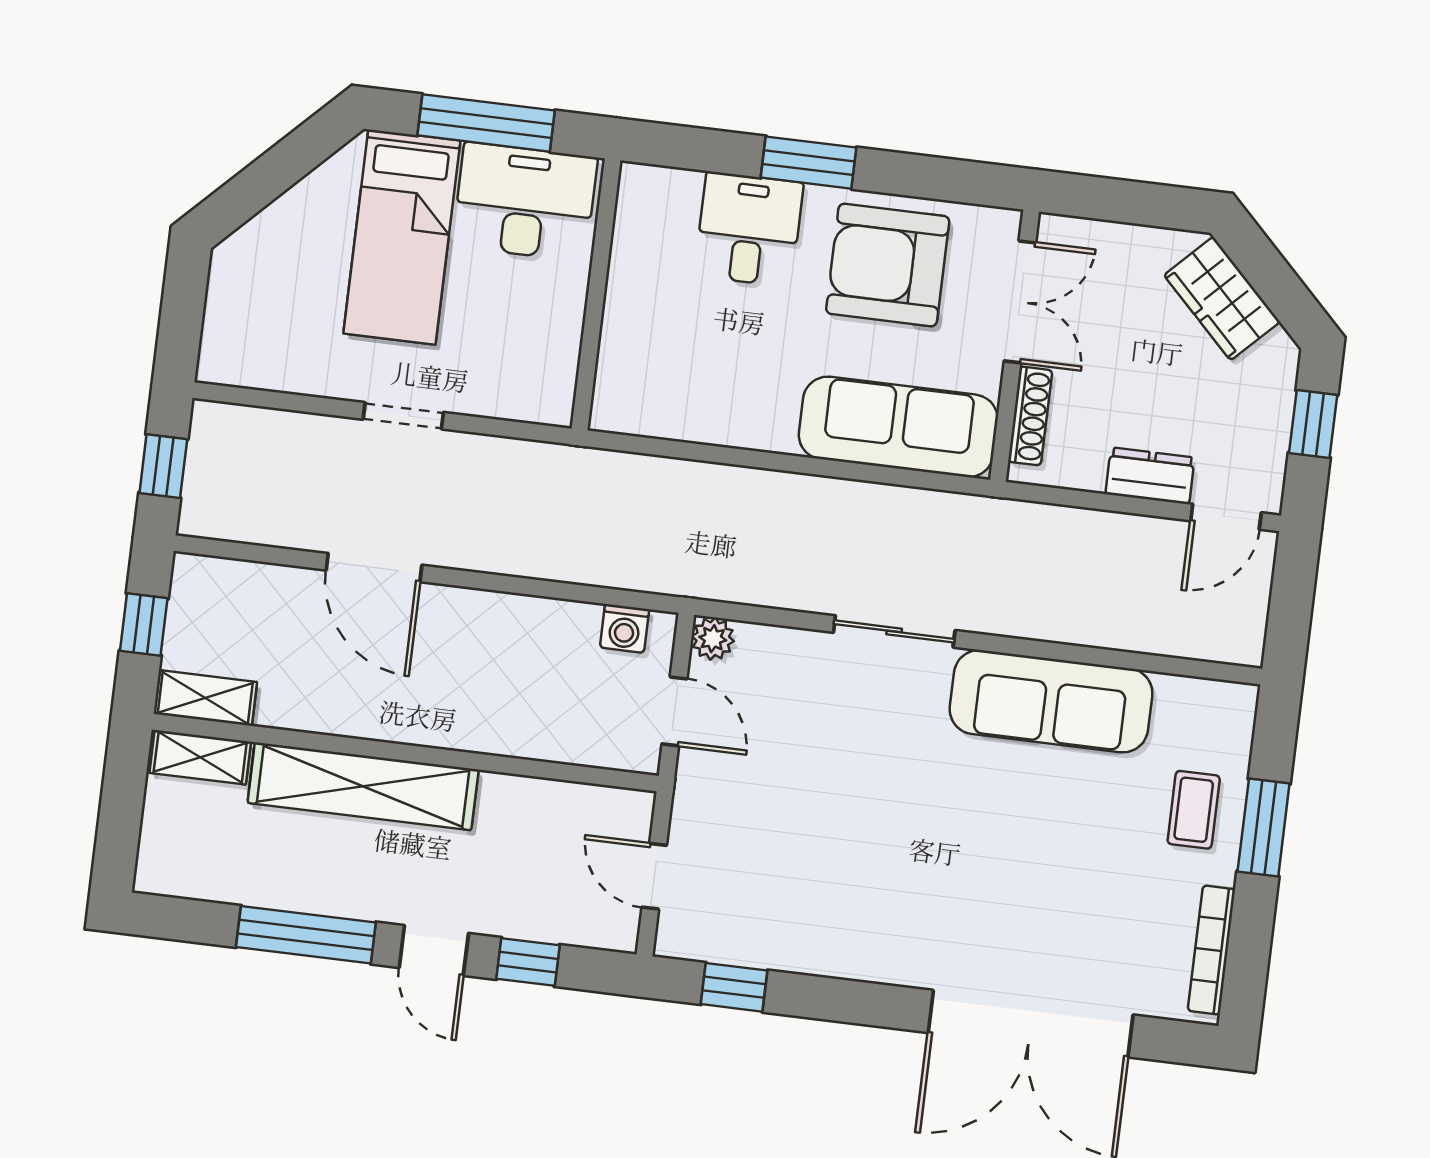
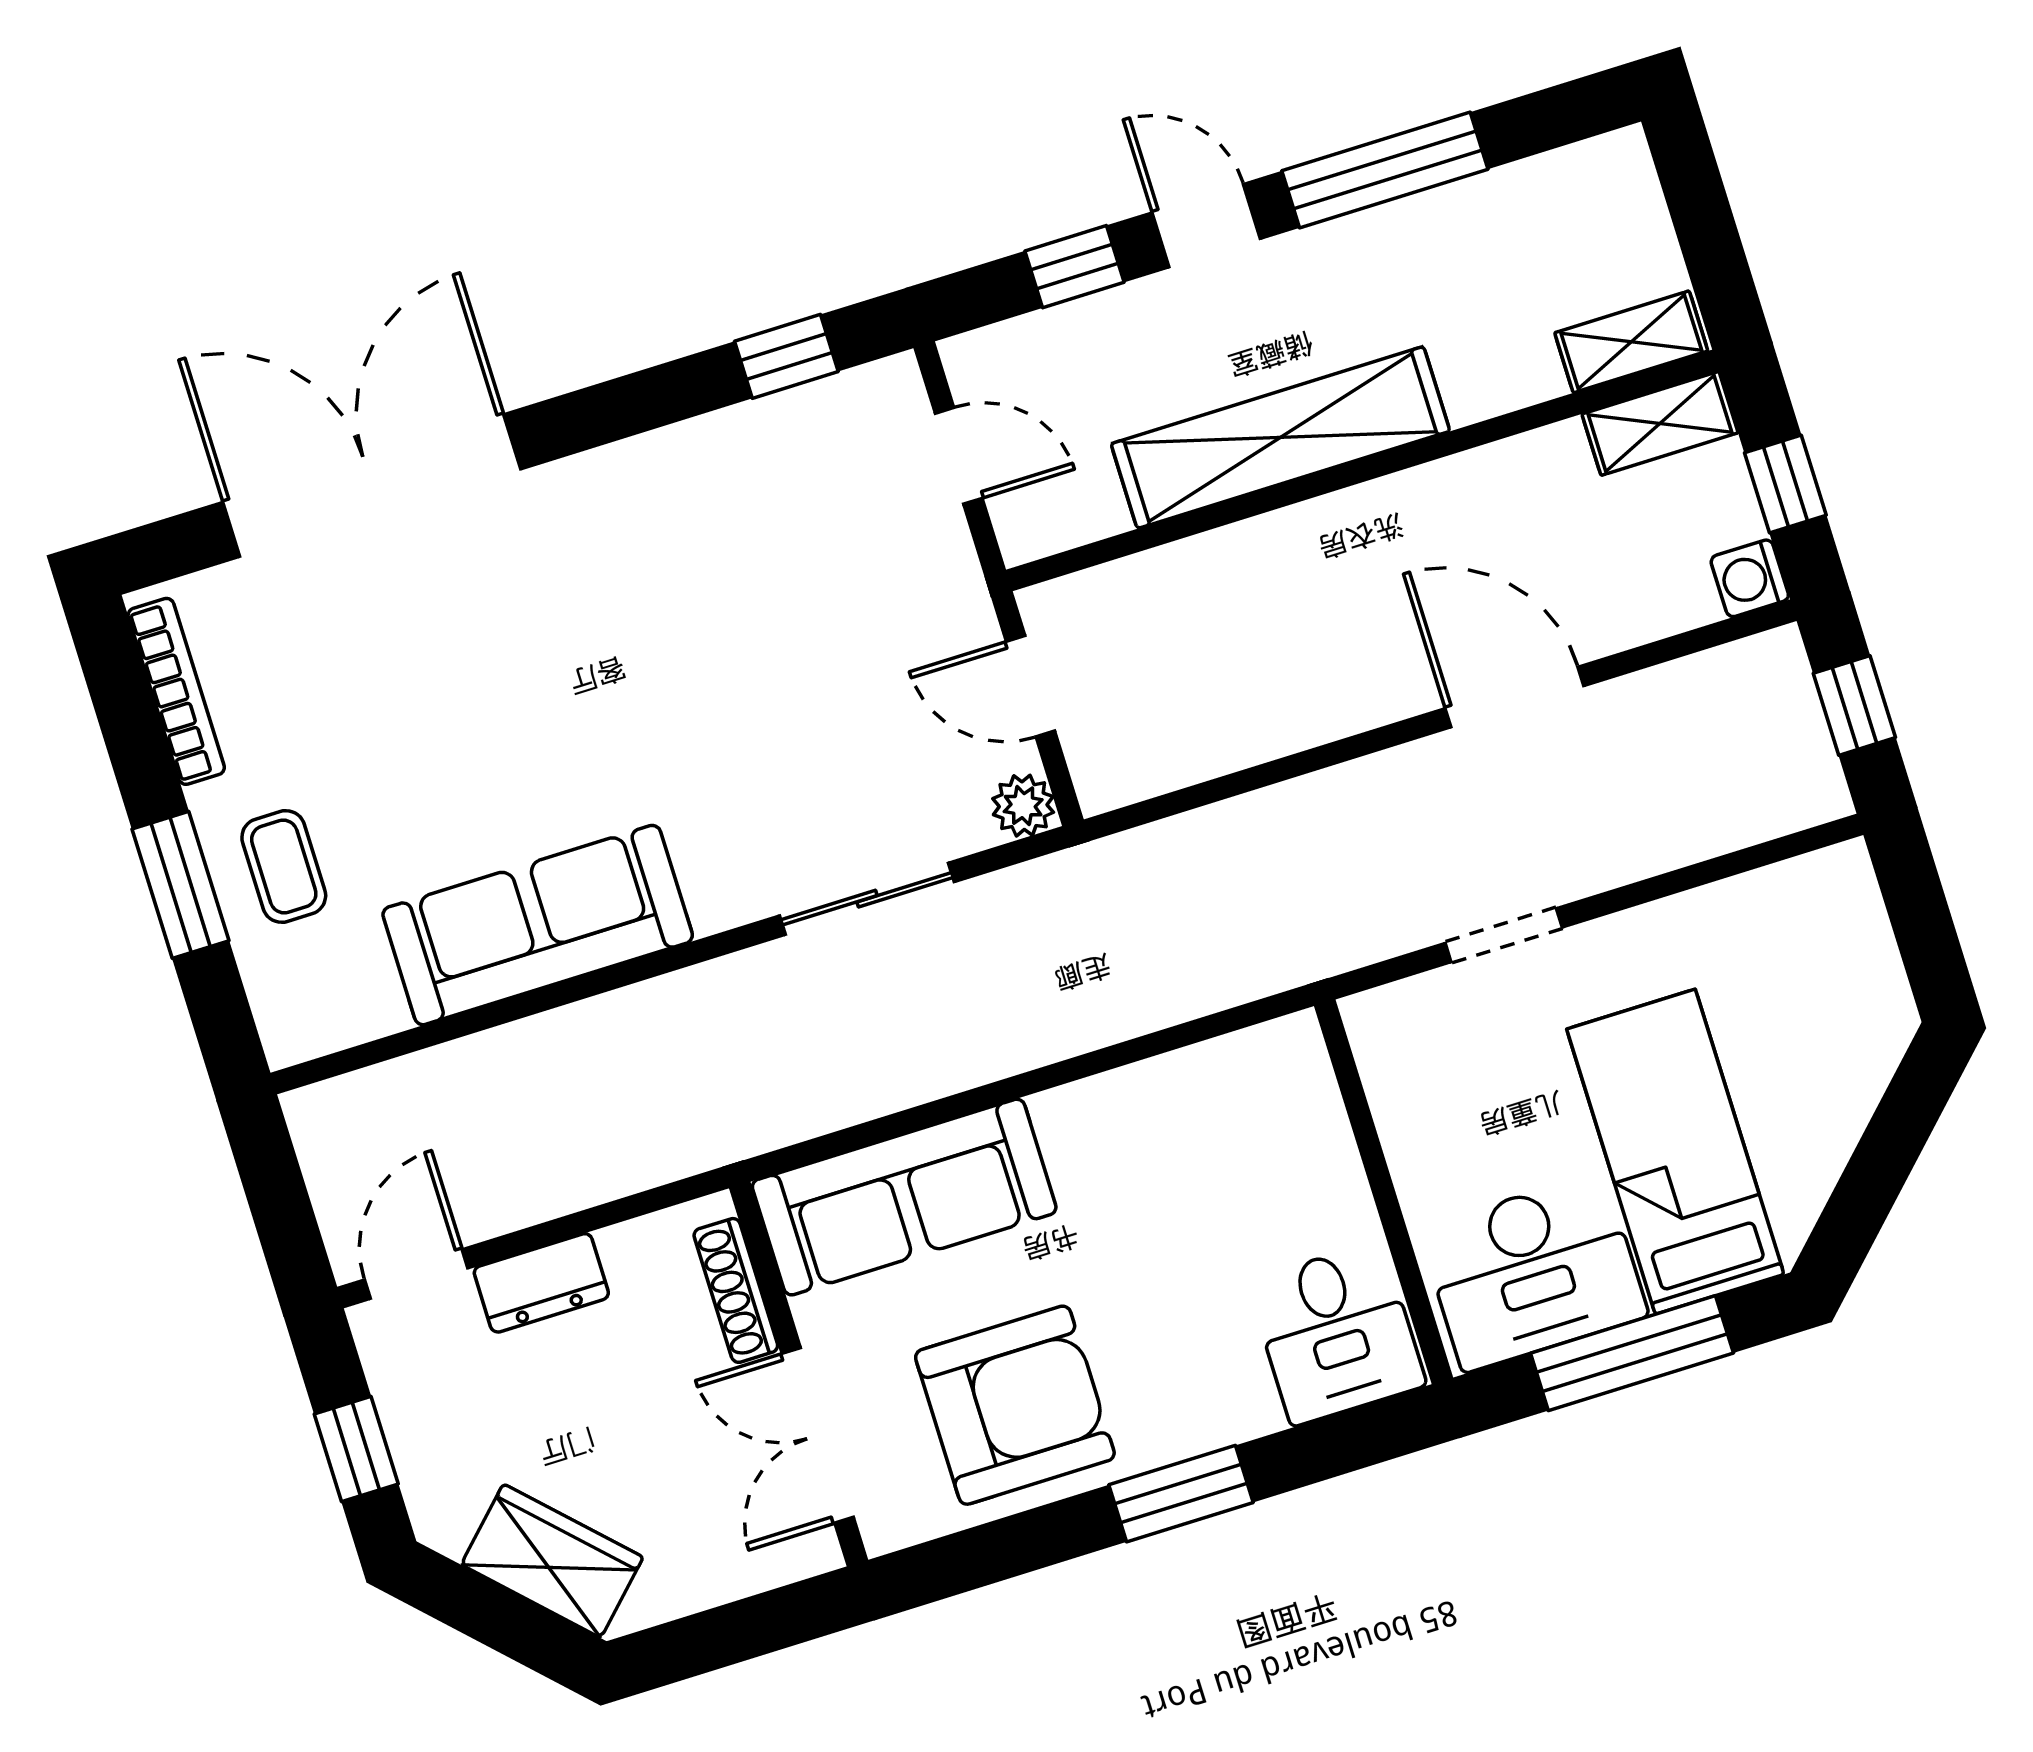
desk: (749, 229) -> (1337, 1333), moved
doorway: (403, 416) -> (1504, 935), moved
washing machine: (625, 628) -> (1750, 578), moved, turned -90
sliding door: (894, 631) -> (867, 899), moved
shelving: (363, 786) -> (1280, 438), moved

